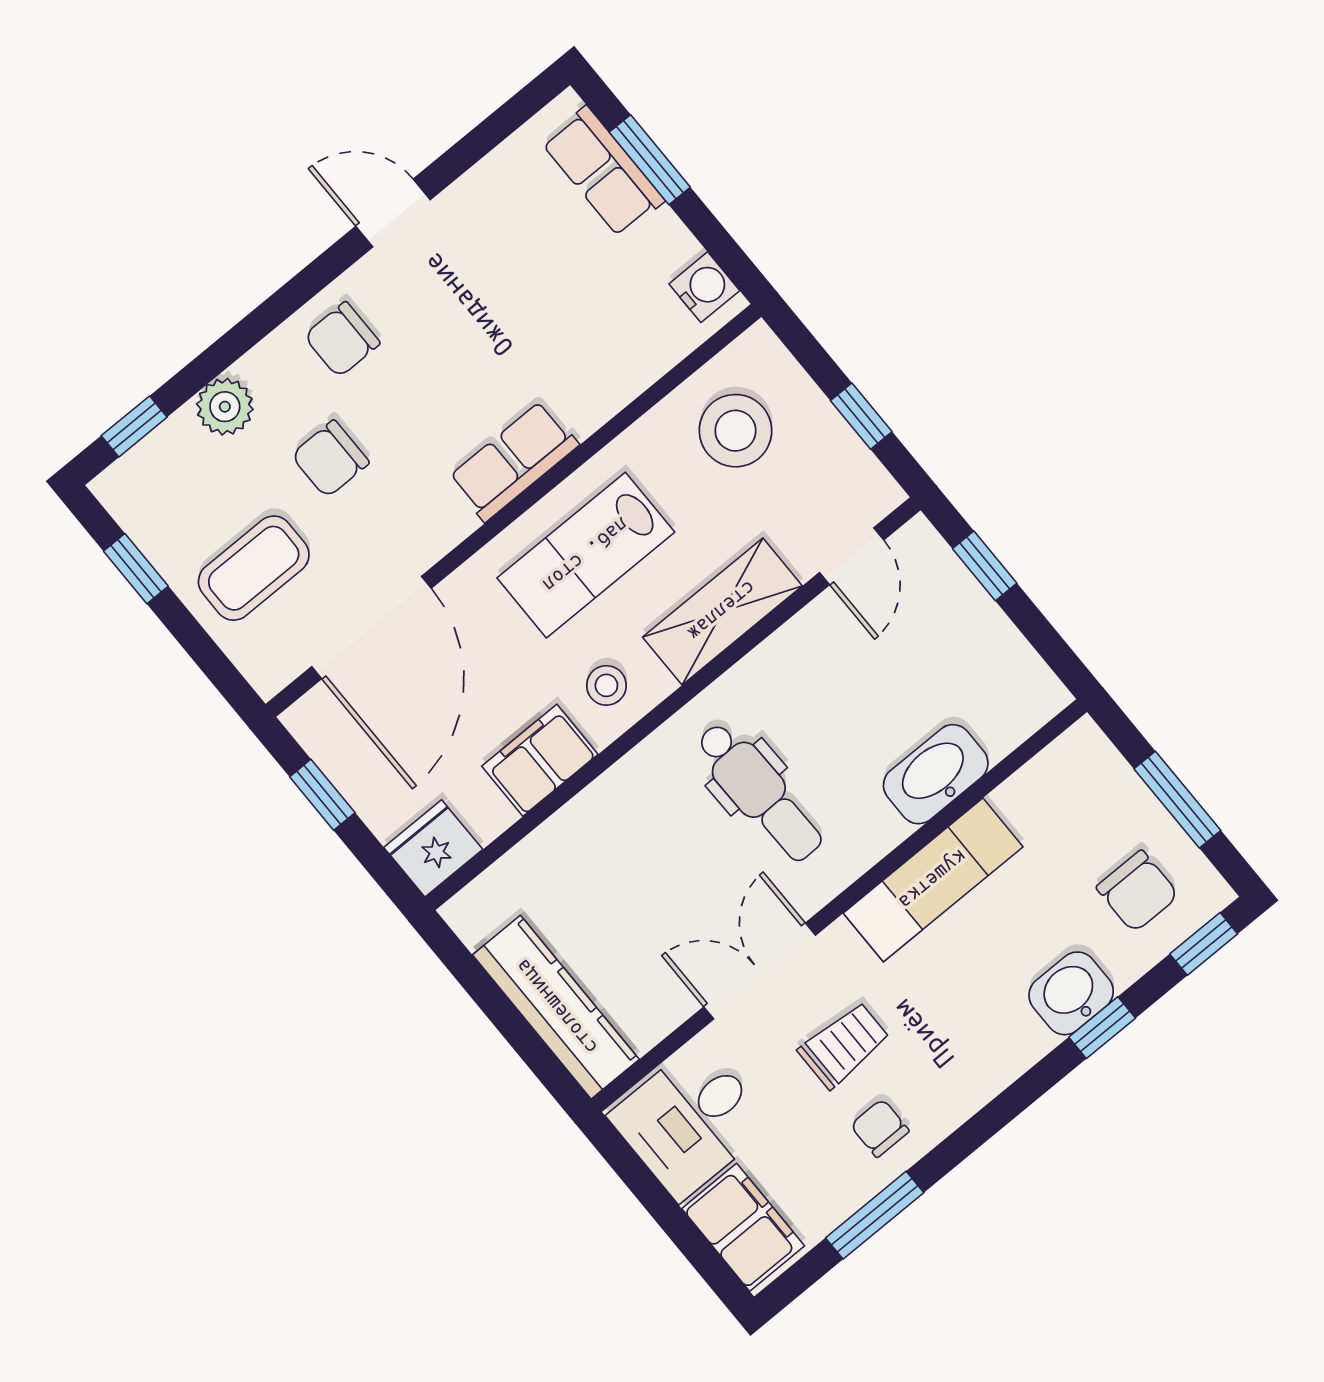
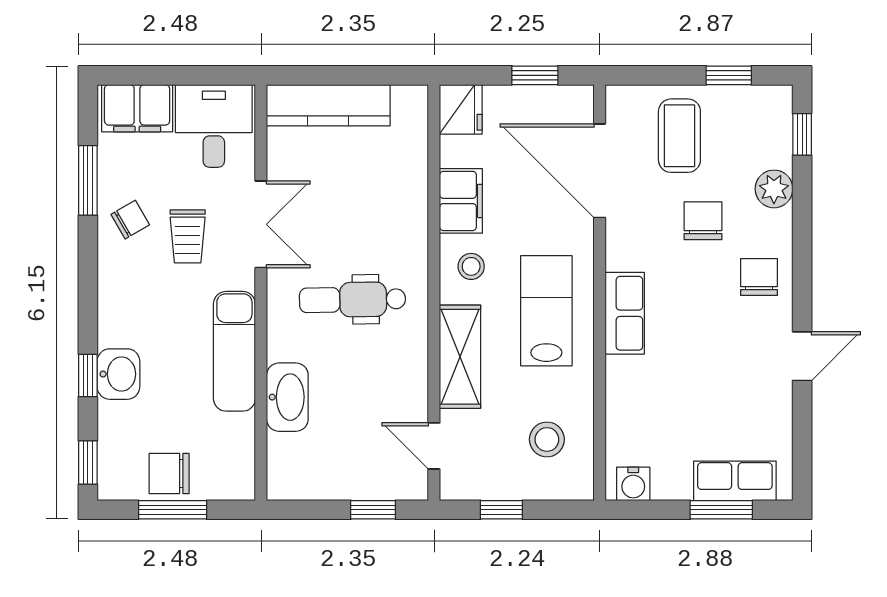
stool: (736, 431) -> (547, 439), width x0.73, depth x0.73
chair: (1138, 891) -> (169, 473), moved
chair: (880, 1128) -> (130, 220), turned -30

